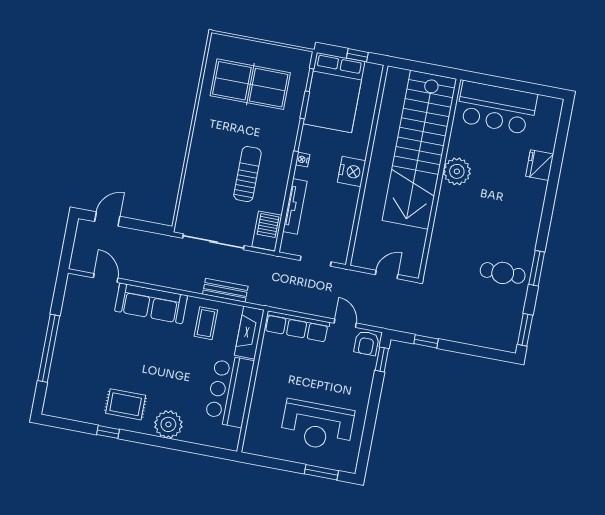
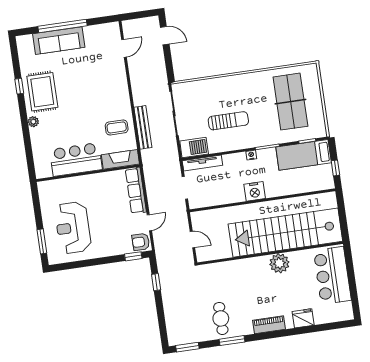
bed: (334, 93) -> (304, 155), width x0.67
tv unit: (295, 206) -> (202, 163), moved
piano: (533, 213) -> (269, 325), added
bench: (225, 290) -> (143, 127), width x1.36
sofa: (151, 303) -> (59, 41), moved, turned -90
rug: (126, 404) -> (42, 92), width x1.36, depth x1.43
plant: (168, 424) -> (33, 122), width x0.53, depth x0.53

